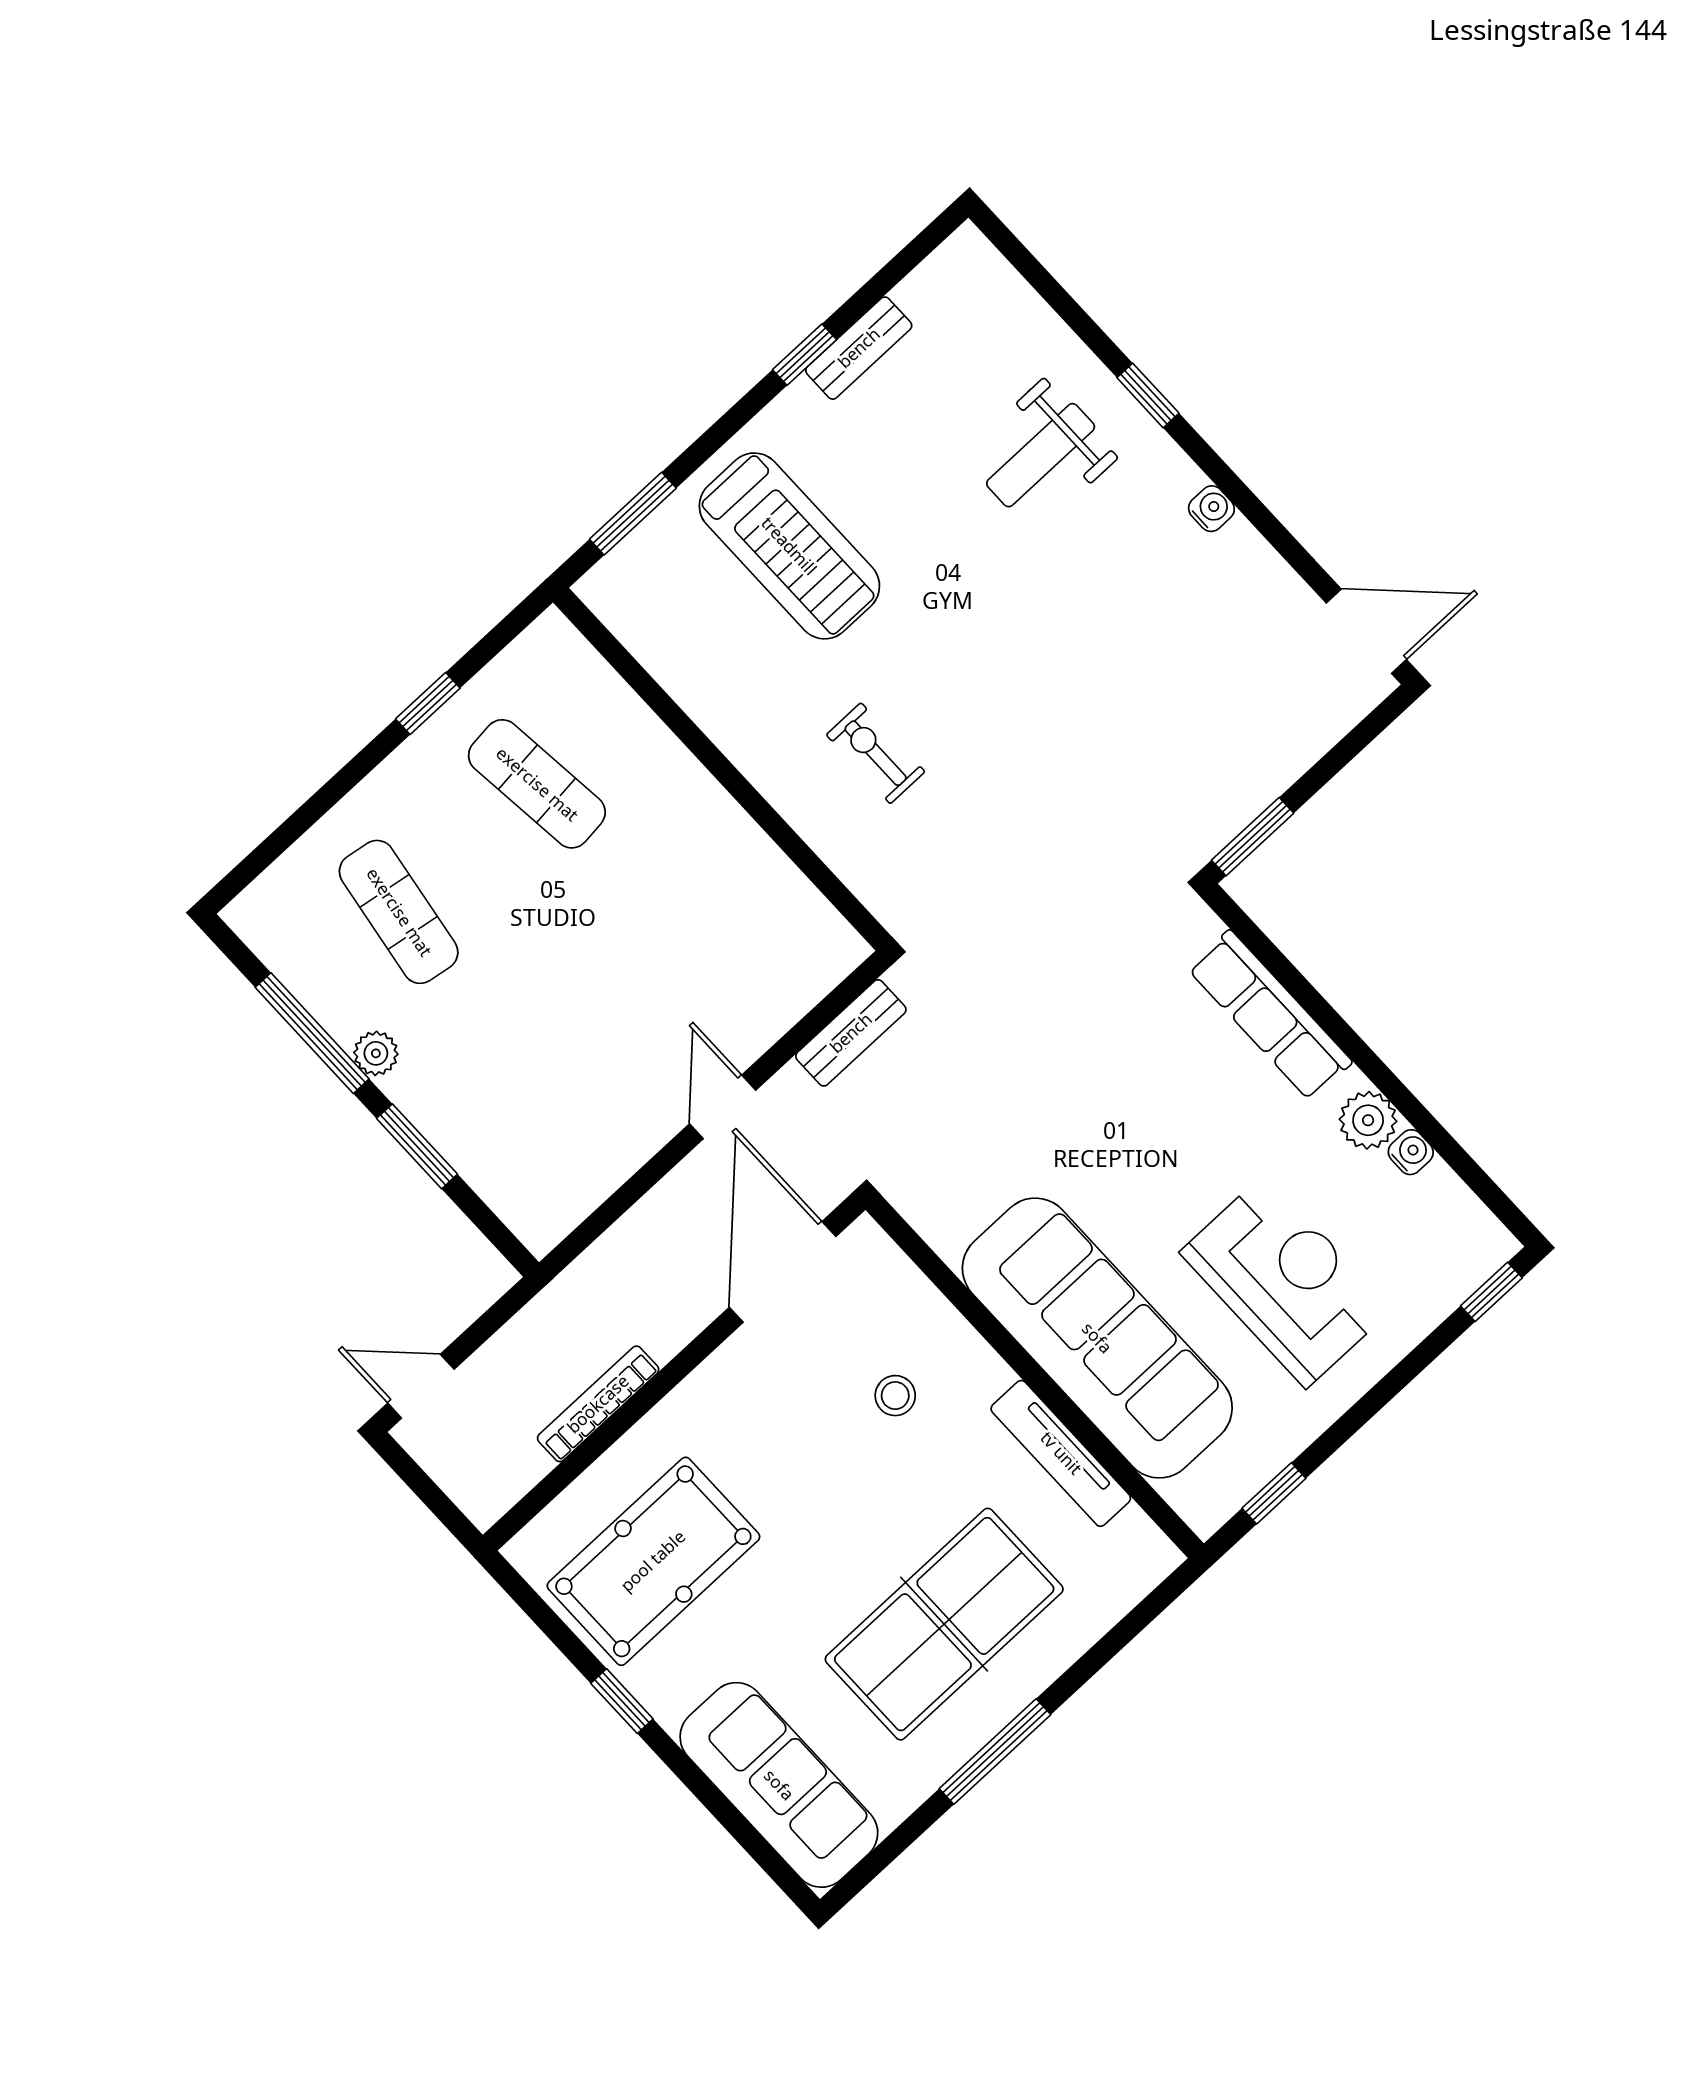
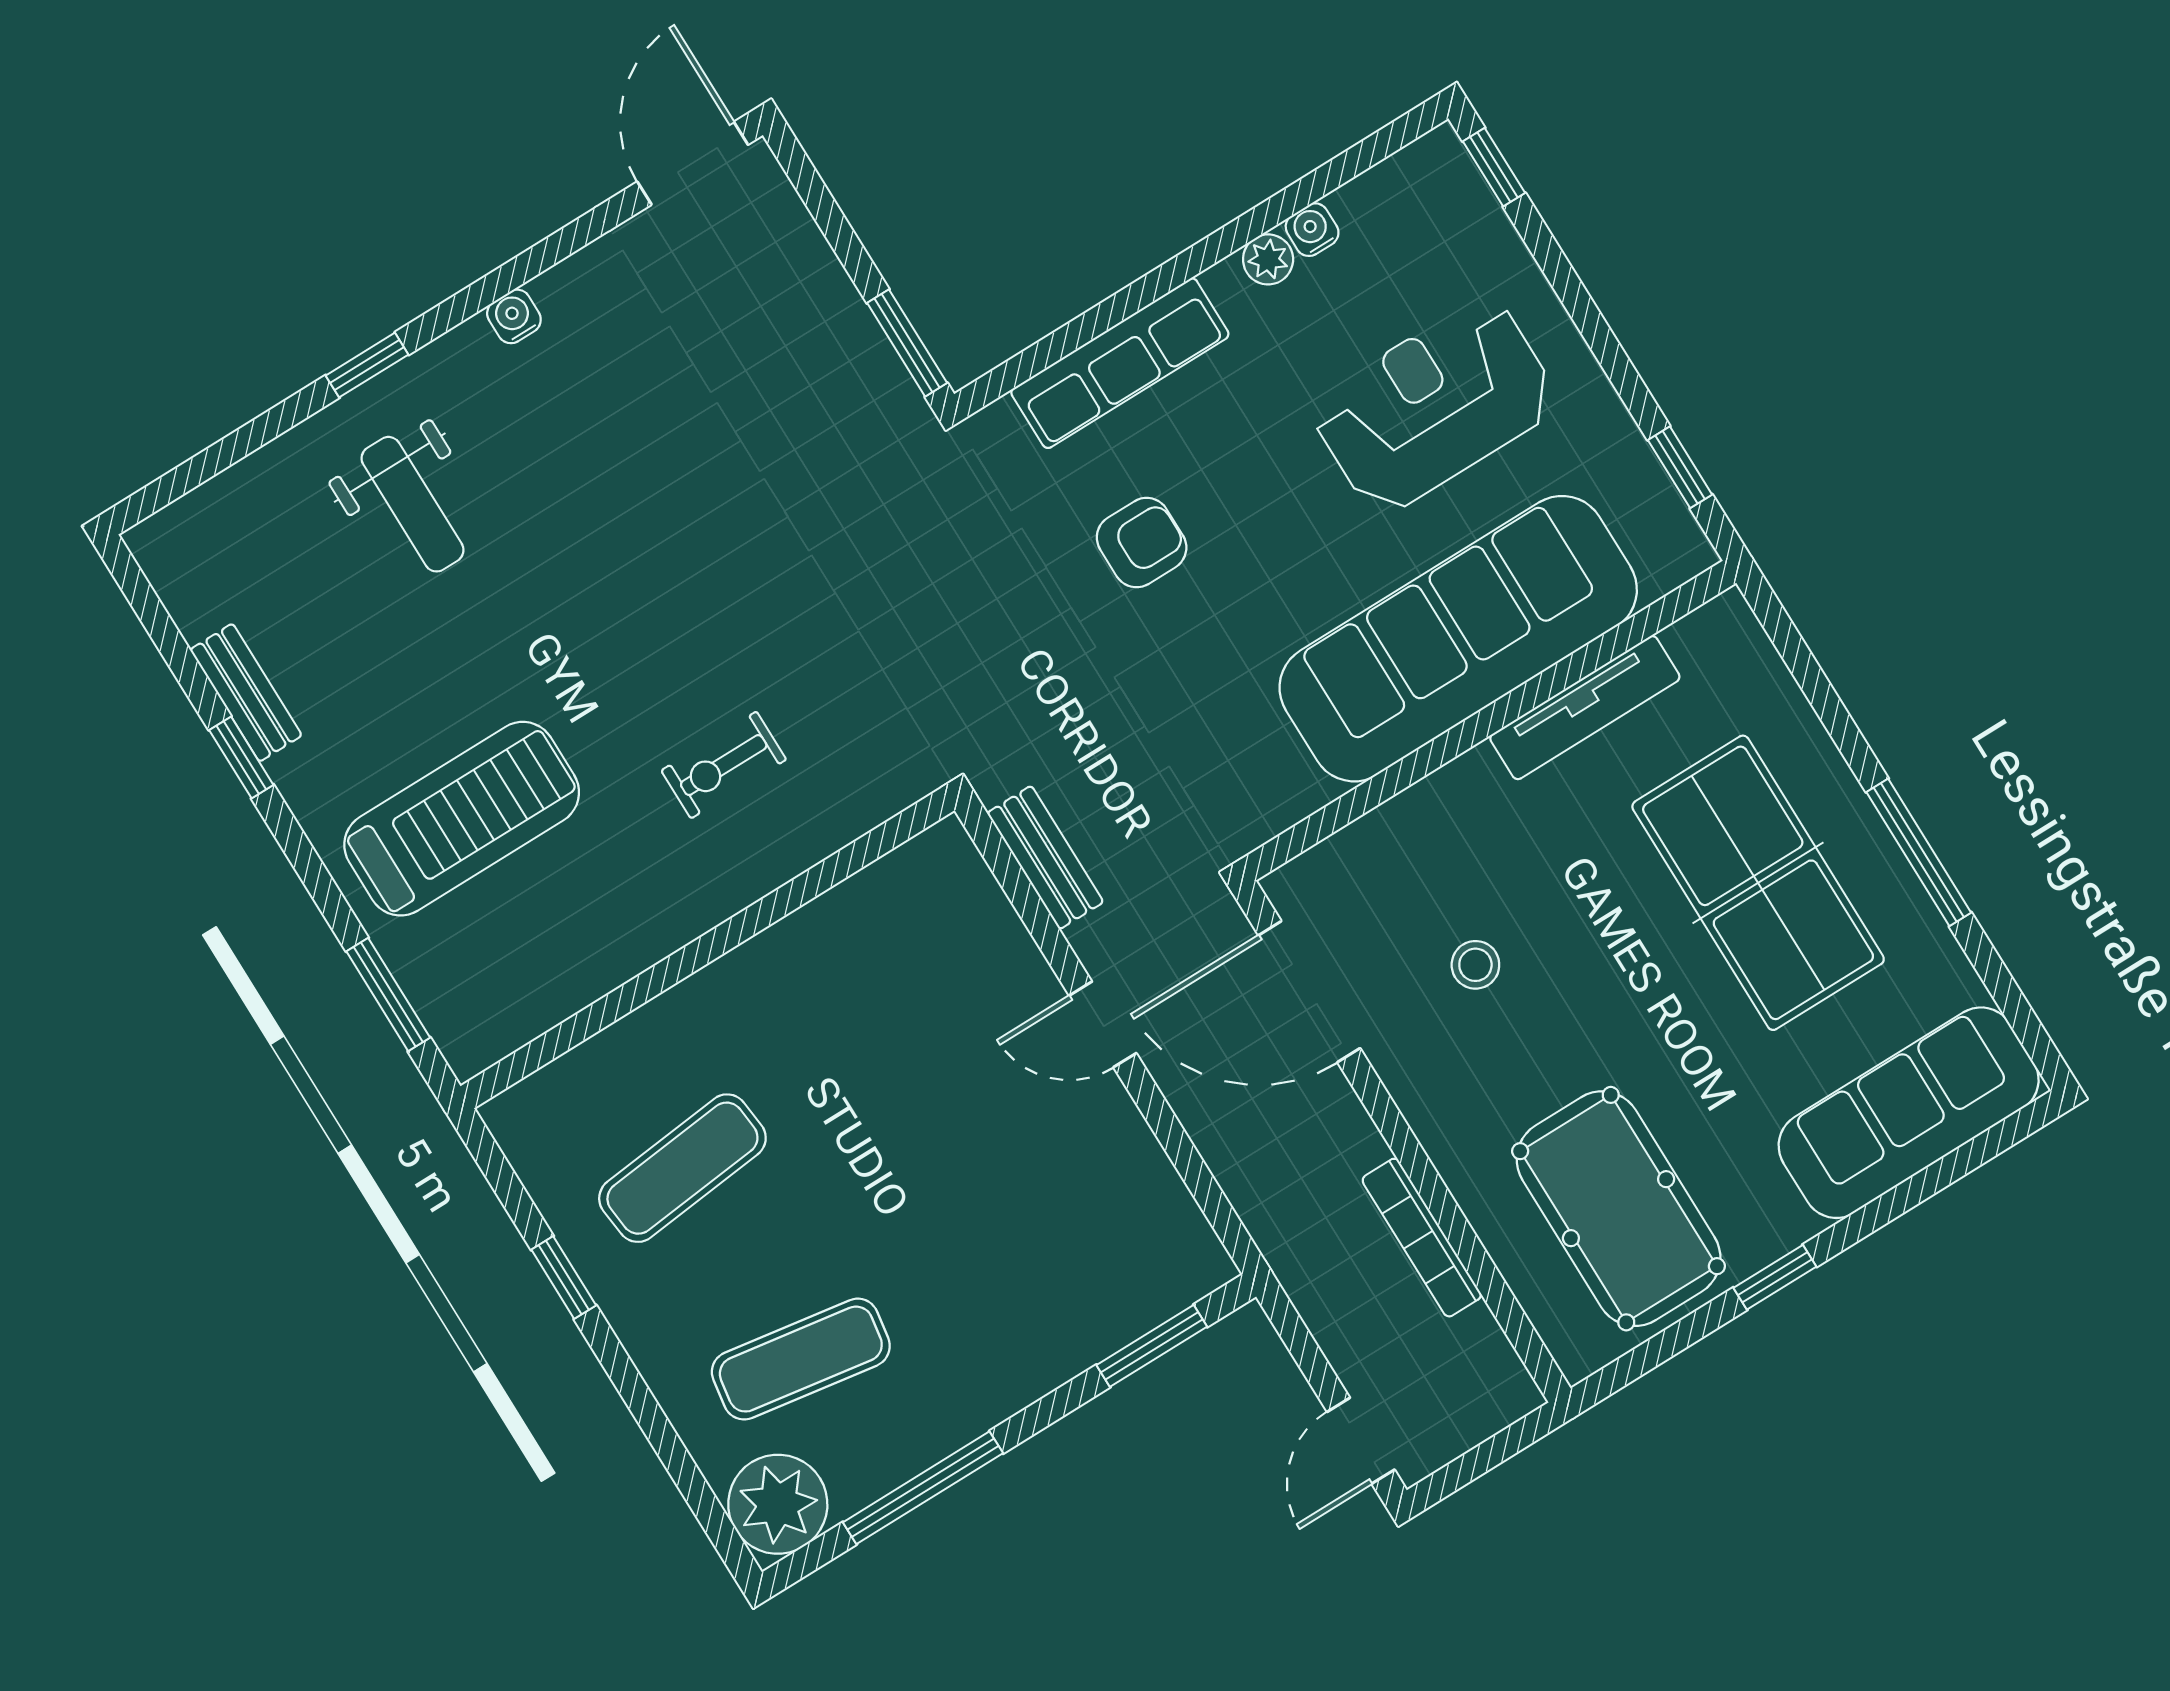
plant: (376, 1053) -> (778, 1504), moved, width x1.88, depth x1.88
armchair: (1126, 1062) -> (1142, 543), added
plant: (1368, 1120) -> (1268, 259), width x0.73, depth x0.73
window: (417, 1146) -> (1152, 1346), moved
stool: (895, 1396) -> (1475, 965), moved

